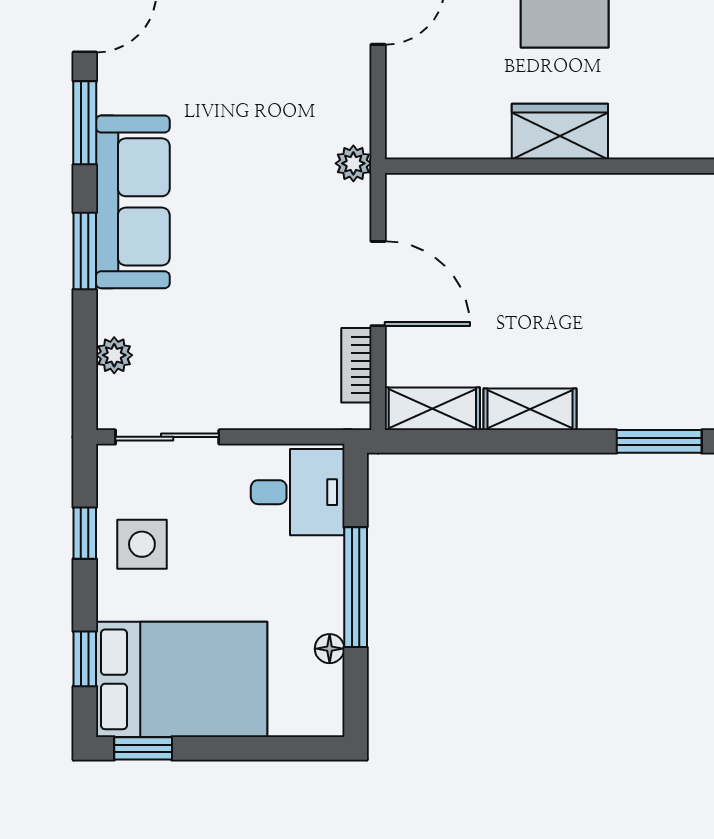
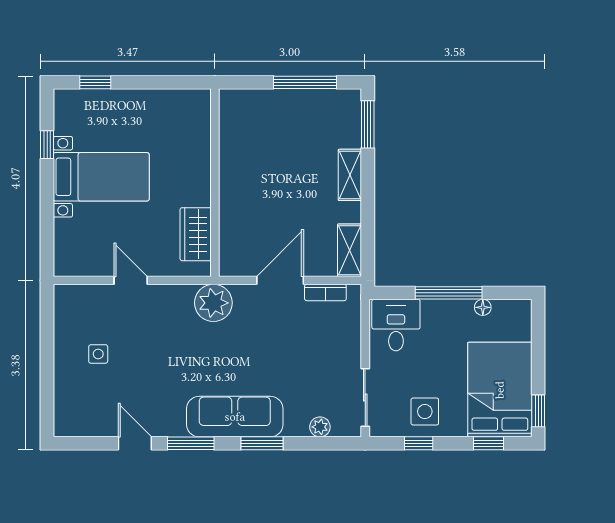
wardrobe: (560, 131) -> (196, 234), moved
plant: (353, 163) -> (213, 303), width x1.88, depth x1.88
shelving: (530, 409) -> (350, 175), moved

